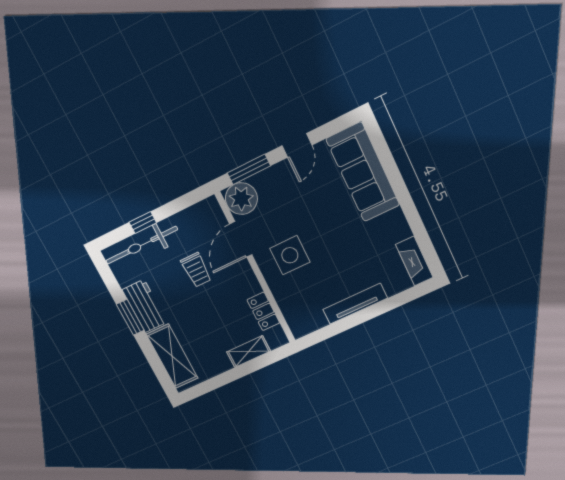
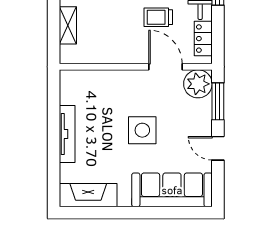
side table: (290, 255) -> (142, 130), moved
fireplace: (414, 261) -> (88, 195), width x1.37, depth x1.32
locker: (263, 311) -> (203, 39), moved, turned -90

